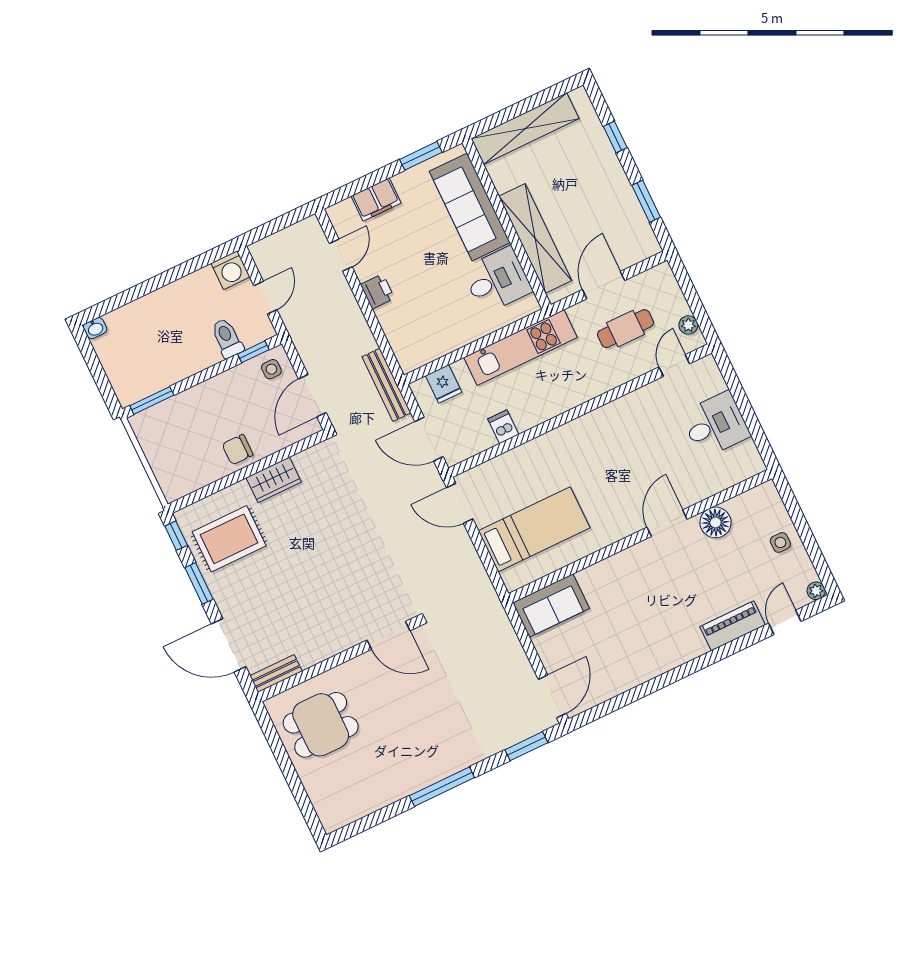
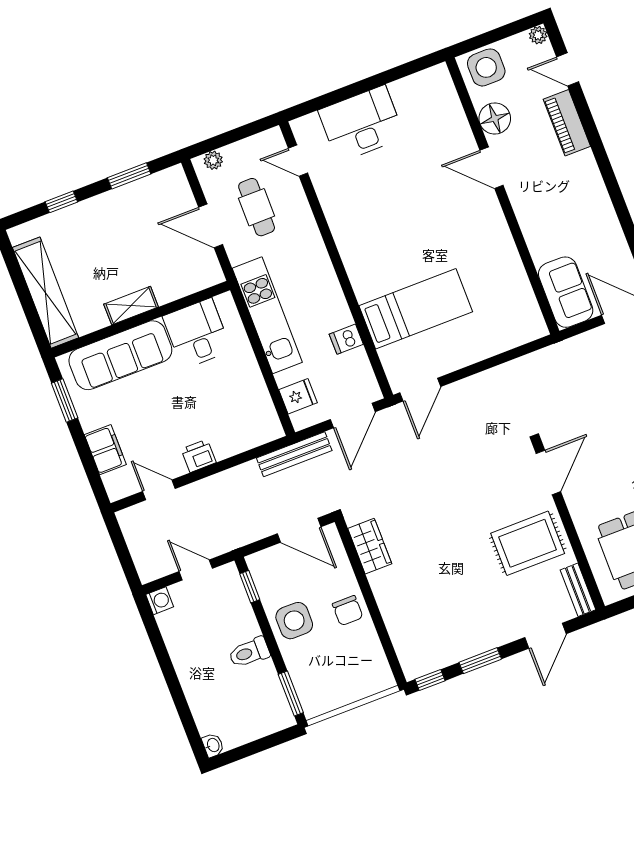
shelving: (535, 238) -> (131, 306), width x0.45, depth x0.75
washing machine: (230, 270) -> (160, 601), width x0.73, depth x0.73
plant: (688, 325) -> (213, 160), moved
toilet: (227, 338) -> (249, 652), moved
side table: (271, 369) -> (294, 621), moved, width x1.87, depth x1.87
desk: (715, 425) -> (361, 124), width x1.37
wardrobe: (274, 480) -> (370, 546), moved
floor lamp: (716, 522) -> (495, 119), moved
door: (667, 523) -> (492, 168), moved
bed: (534, 529) -> (416, 309), moved, turned 90
wall: (640, 536) -> (502, 196), moved
rug: (229, 539) -> (528, 543), moved, turned 90
side table: (780, 542) -> (486, 67), width x1.87, depth x1.87
sofa: (551, 606) -> (566, 292), moved
door: (229, 645) -> (545, 636), width x0.73

